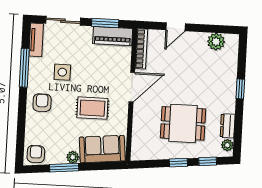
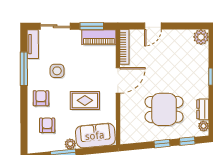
plant: (216, 42) -> (201, 37), moved
armchair: (36, 154) -> (47, 125), moved

